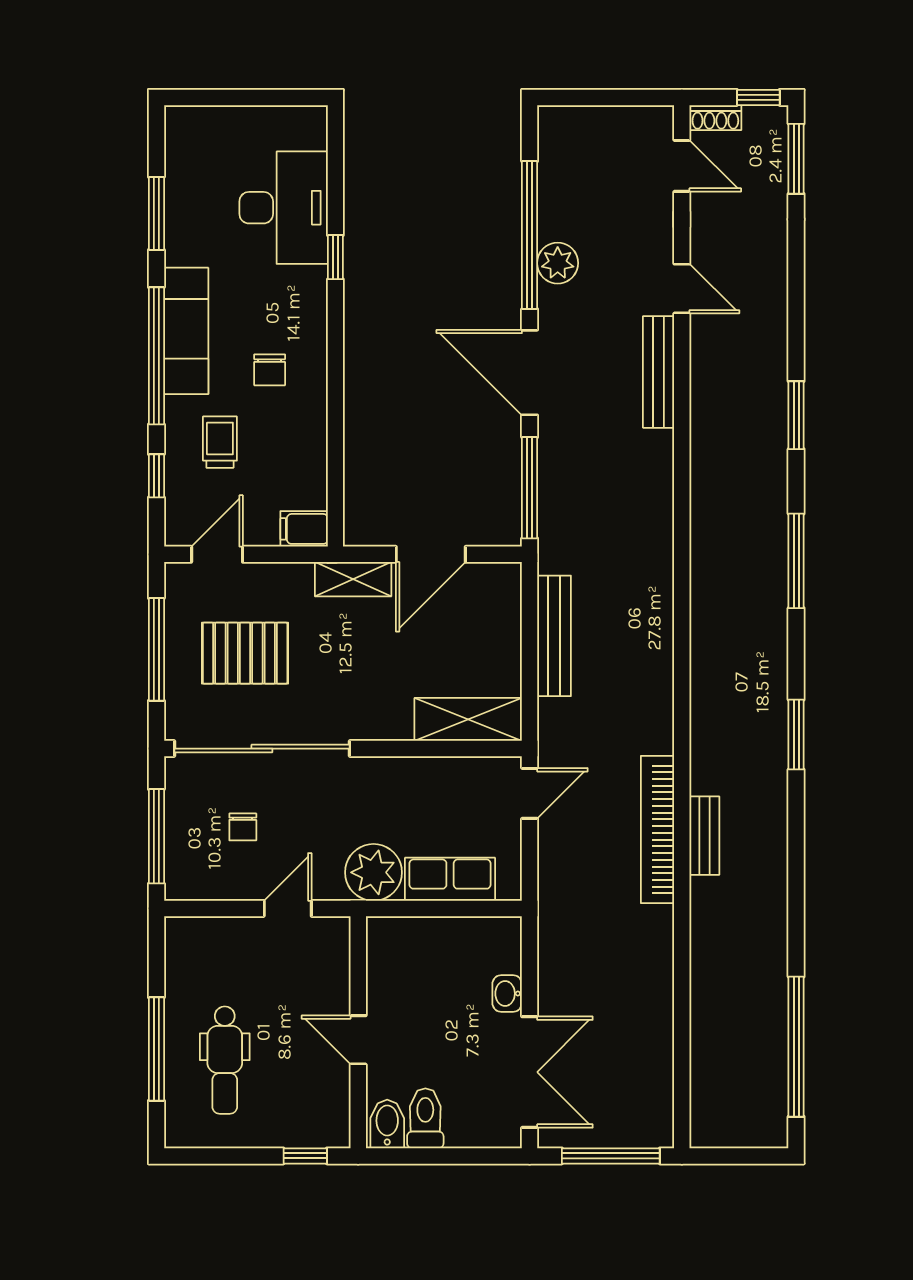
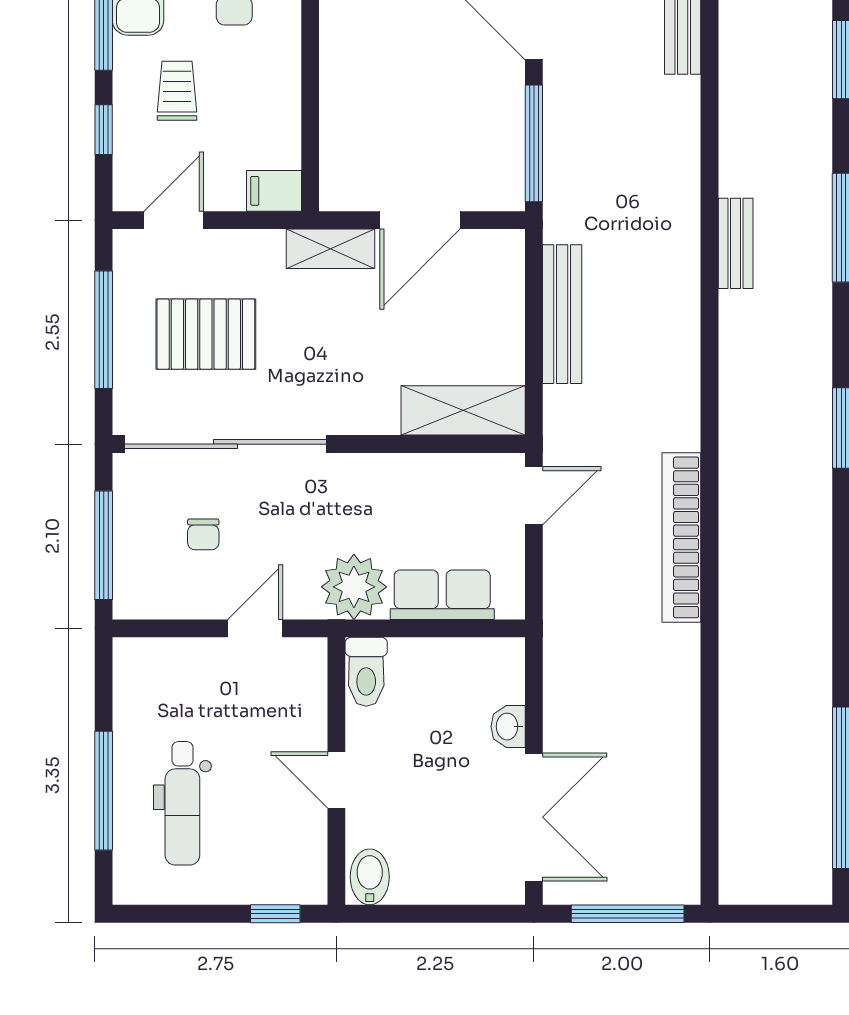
bench: (704, 836) -> (736, 243), moved
toilet: (425, 1118) -> (366, 672), moved, turned 180

